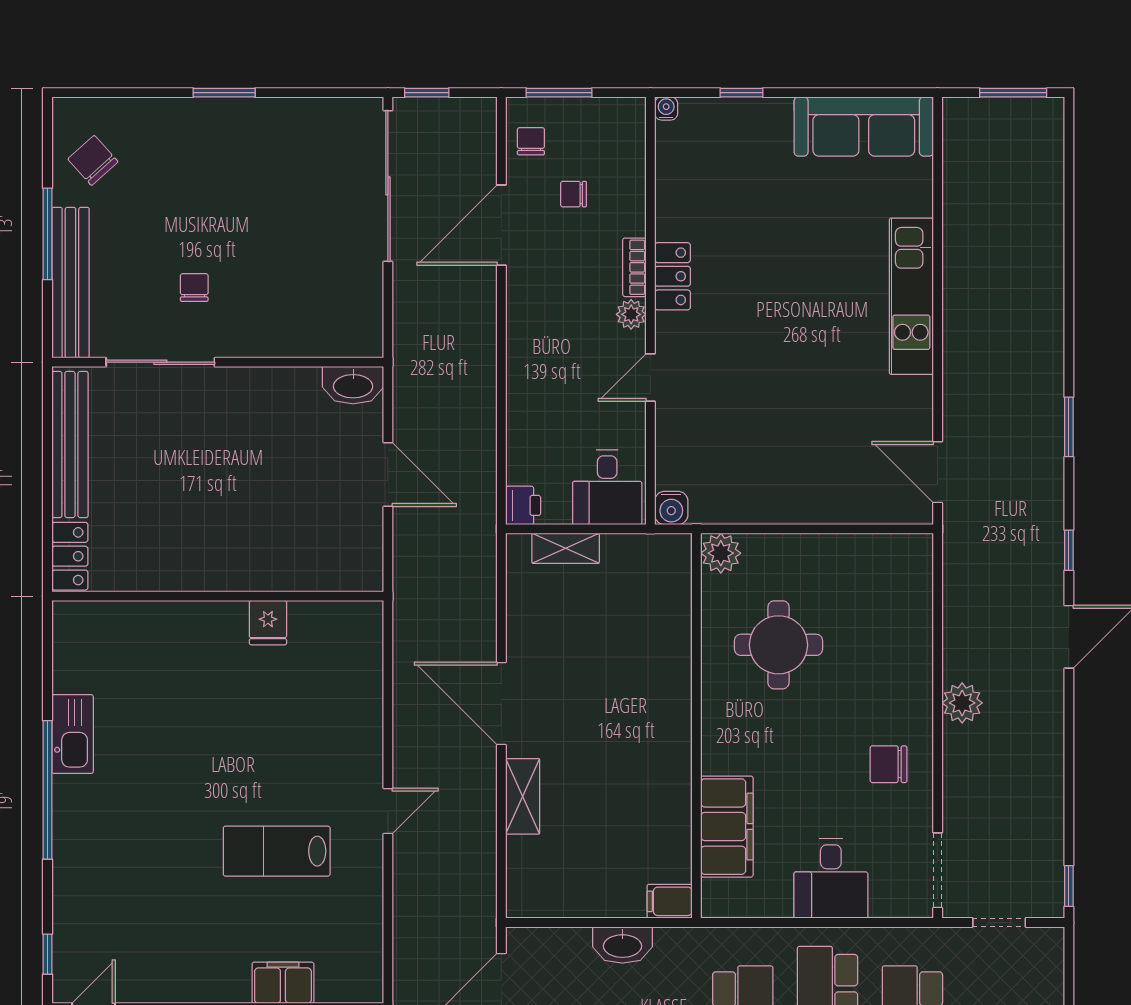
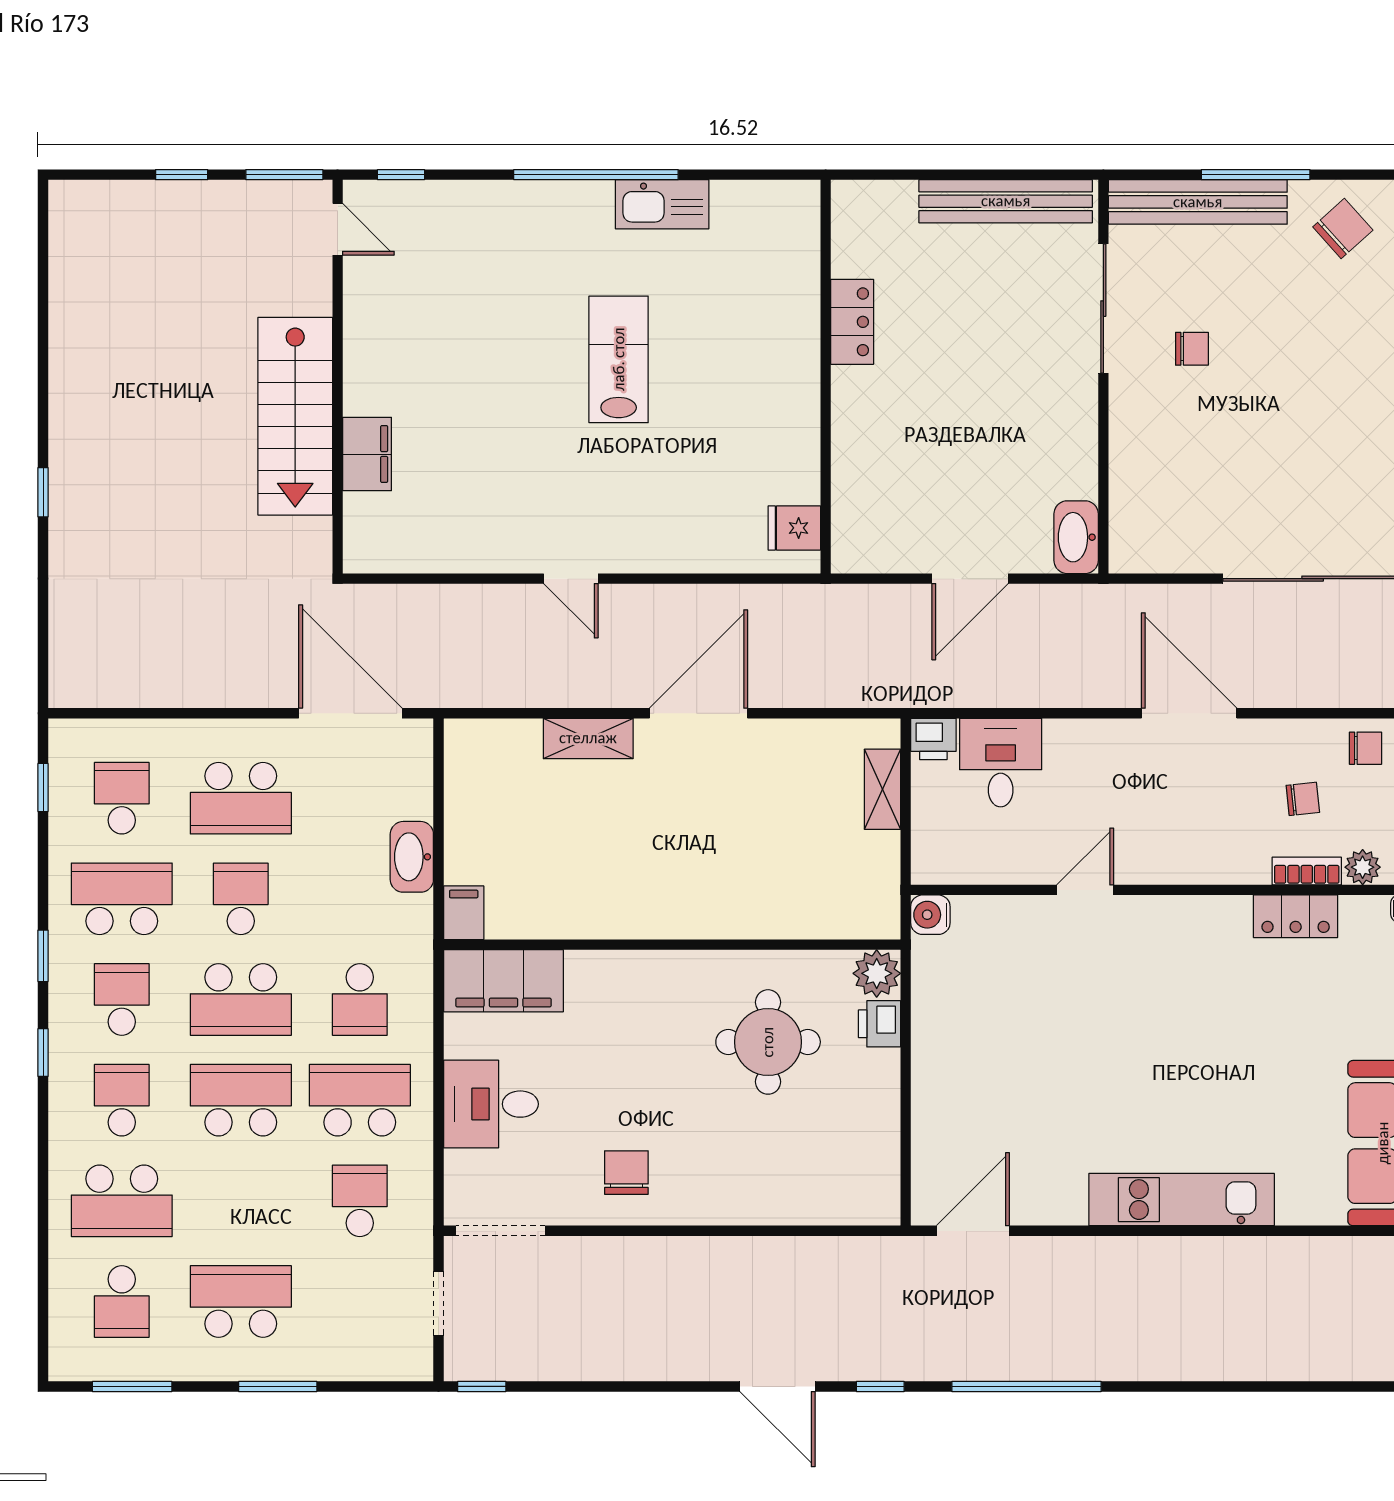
chair: (574, 194) -> (1303, 799), turned 84
door: (501, 225) -> (1189, 713), moved
bookcase: (634, 267) -> (1307, 871), moved
locker: (673, 276) -> (1296, 916), moved
plant: (631, 314) -> (1363, 867), moved
door: (650, 378) -> (1085, 890), hinge flipped
window: (1069, 427) -> (1027, 1386), width x2.11
desk: (607, 487) -> (1001, 763), moved, turned 90
printer: (763, 551) -> (879, 1024), added
locker: (70, 556) -> (852, 322), moved, turned -90
fridge: (268, 623) -> (794, 528), moved
plant: (962, 703) -> (699, 1260), removed
filing cabinet: (727, 827) -> (503, 981), moved
lab bench: (277, 851) -> (619, 359), moved

